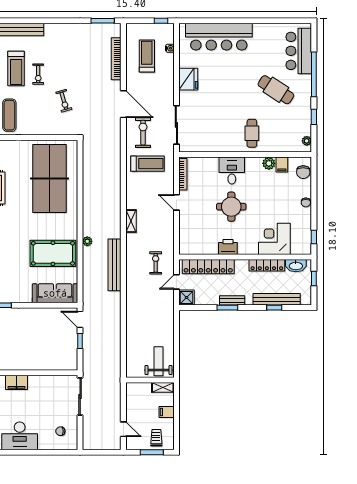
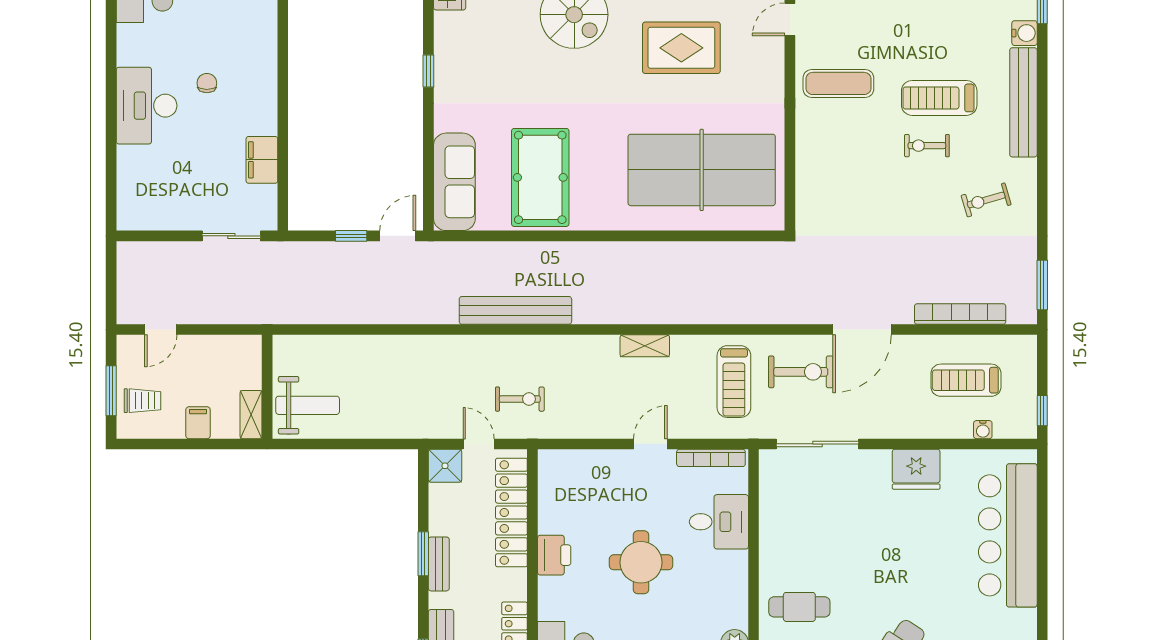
treadmill: (147, 56) -> (966, 380), turned 180
exercise bike: (64, 101) -> (986, 200), moved
desk: (232, 171) -> (719, 522), moved
shelving: (131, 221) -> (645, 346), moved
plant: (87, 241) -> (566, 252), removed
filing cabinet: (17, 382) -> (262, 160), moved
sliding door: (80, 397) -> (231, 236), width x0.73
chair: (60, 431) -> (207, 83), moved

